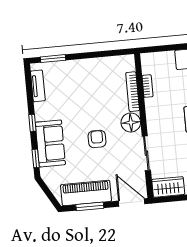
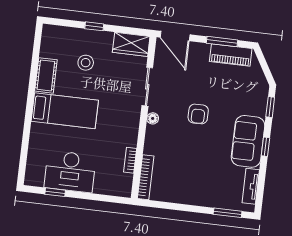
bookcase: (133, 92) -> (146, 177), moved
floor lamp: (131, 122) -> (153, 118), width x0.53, depth x0.53
sofa: (50, 143) -> (248, 141), moved
piano: (86, 193) -> (231, 55), width x0.73, depth x0.75

